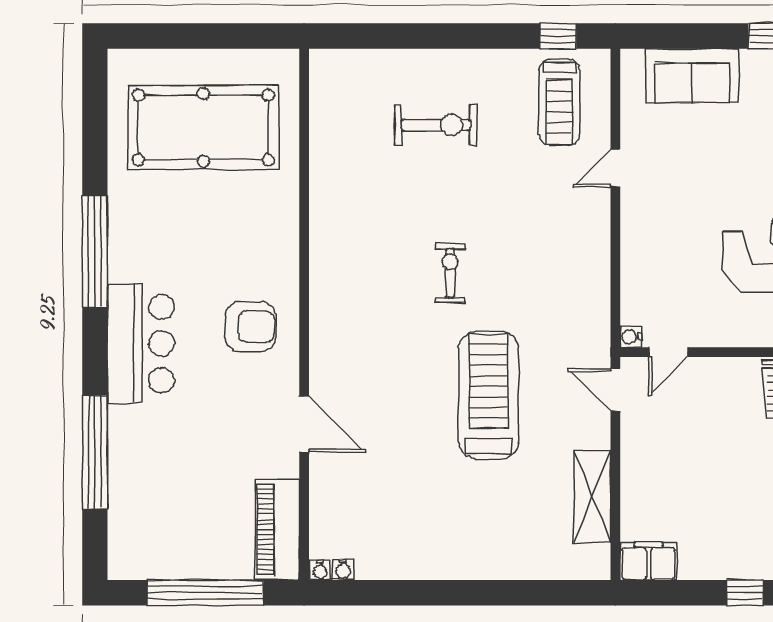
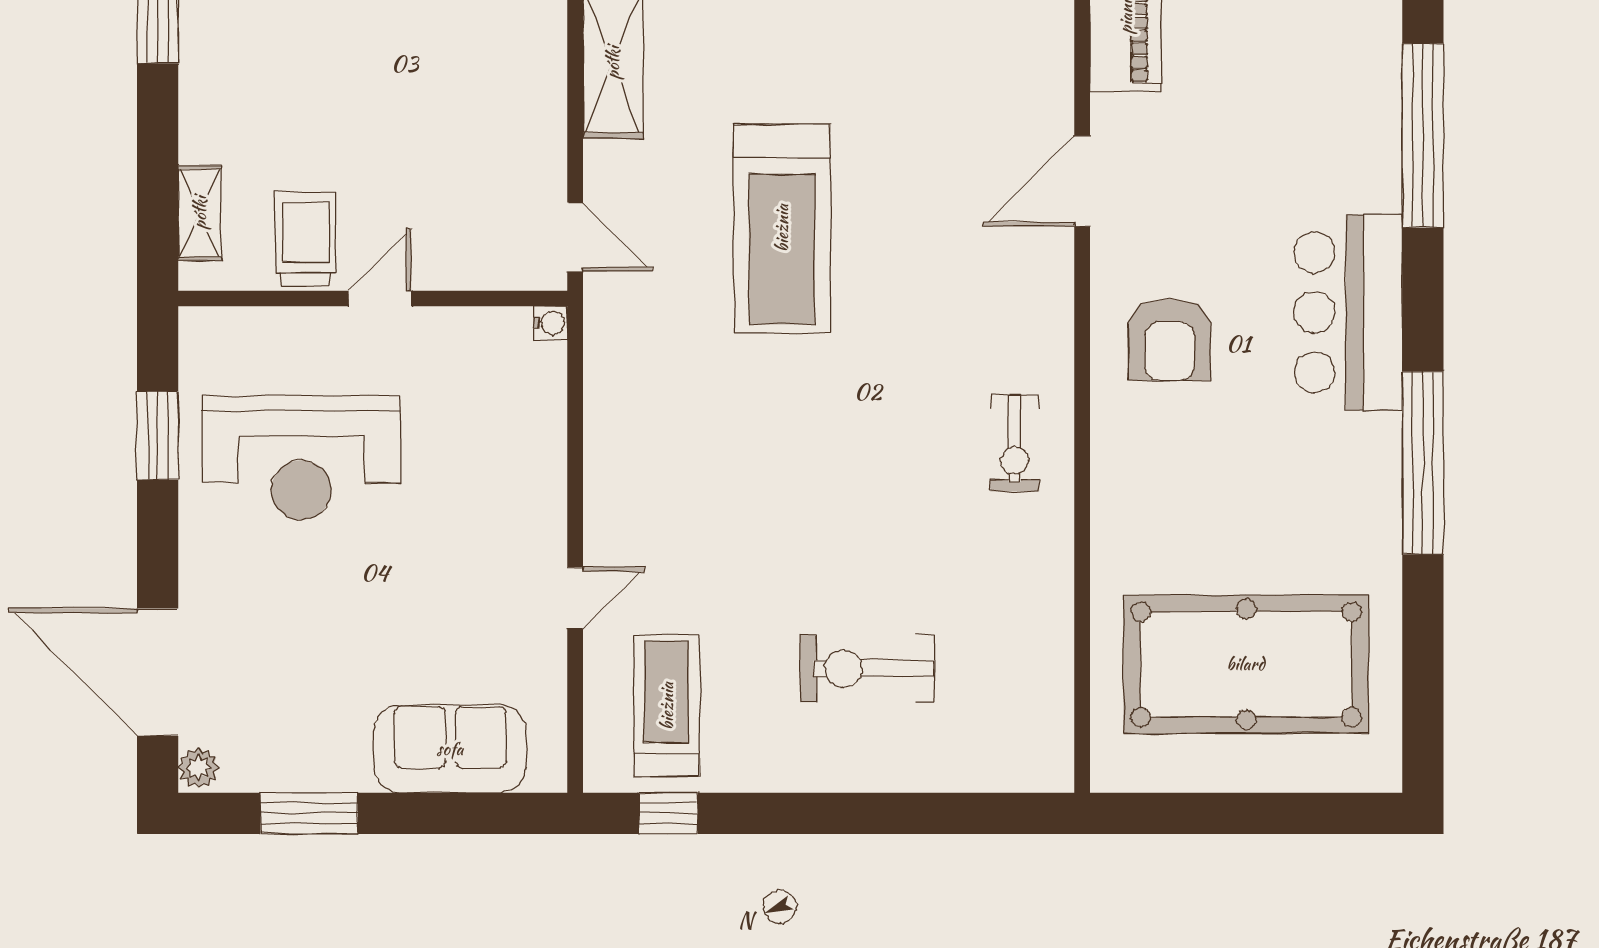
exercise bike: (450, 273) -> (1015, 443), moved
armchair: (250, 327) -> (1170, 340), turned -90
door: (668, 352) -> (380, 298), moved
door: (304, 424) -> (1082, 181), hinge flipped

